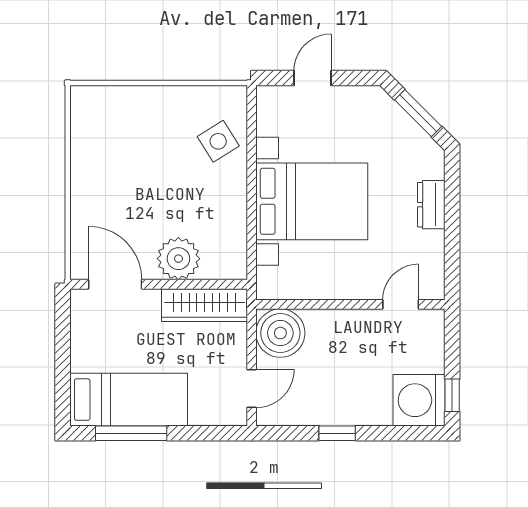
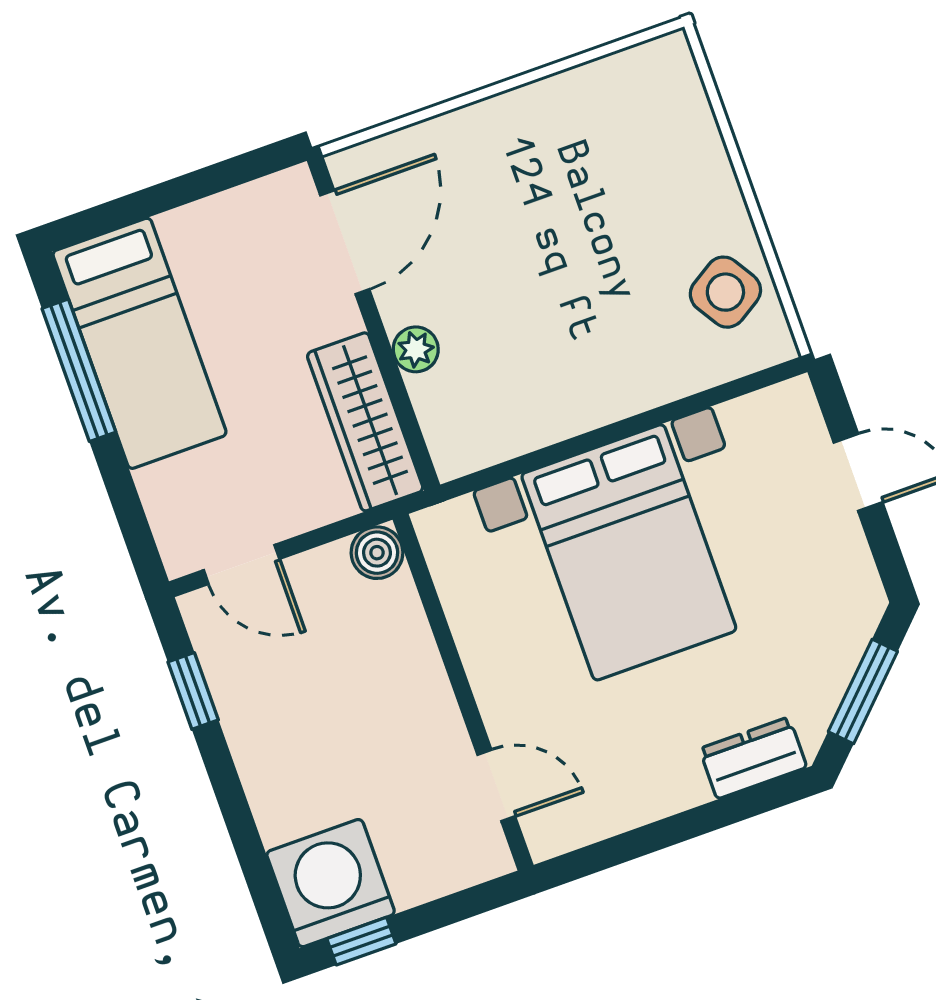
side table: (218, 141) -> (725, 292), moved
dresser: (431, 205) -> (753, 758), moved
plant: (178, 259) -> (416, 349), width x0.53, depth x0.53
boiler: (280, 333) -> (377, 553), width x0.54, depth x0.54
window: (337, 433) -> (193, 691), moved

